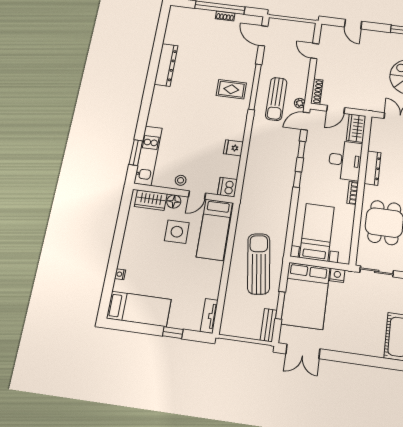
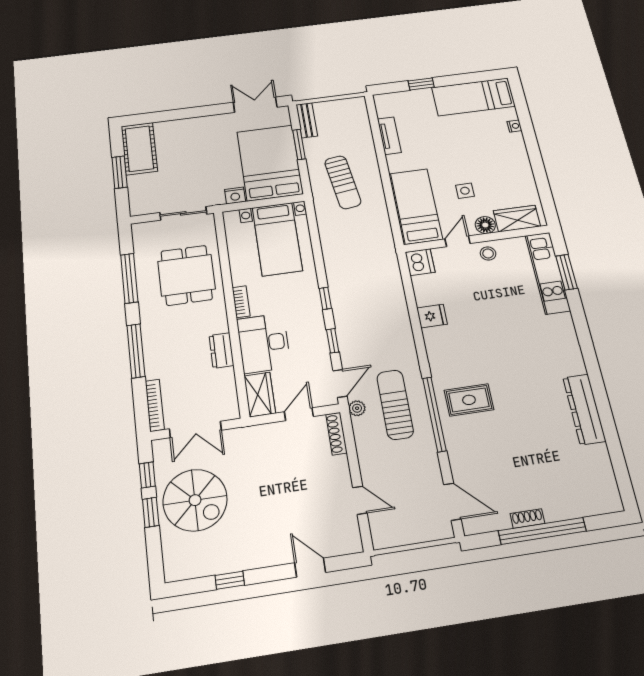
dresser: (373, 168) -> (221, 350), width x0.70
side table: (177, 232) -> (465, 191), width x0.54, depth x0.54
sun lounger: (259, 264) -> (343, 182), width x0.73, depth x0.75
tv unit: (209, 316) -> (389, 136), moved

